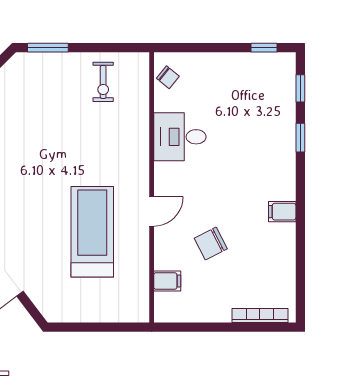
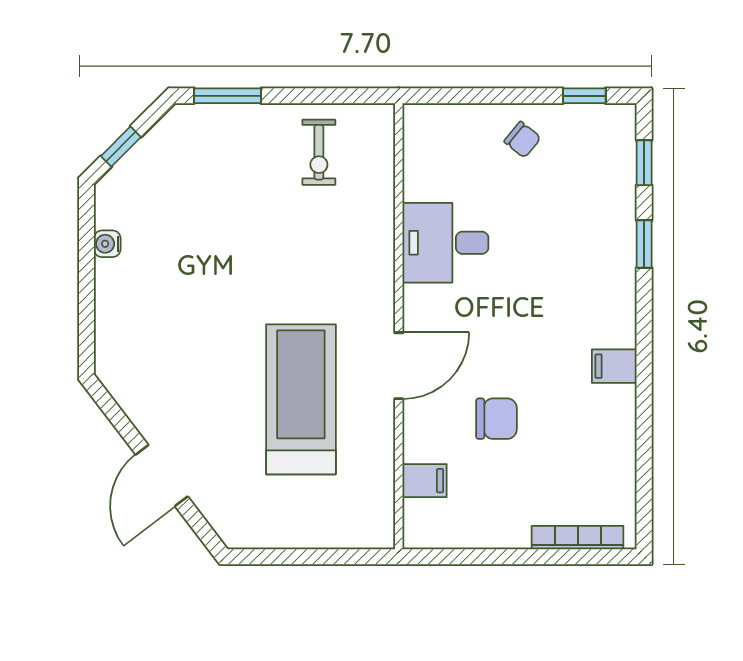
chair: (168, 77) -> (522, 140), moved
door: (152, 211) -> (399, 366), width x1.38
chair: (211, 243) -> (497, 419), turned -153

